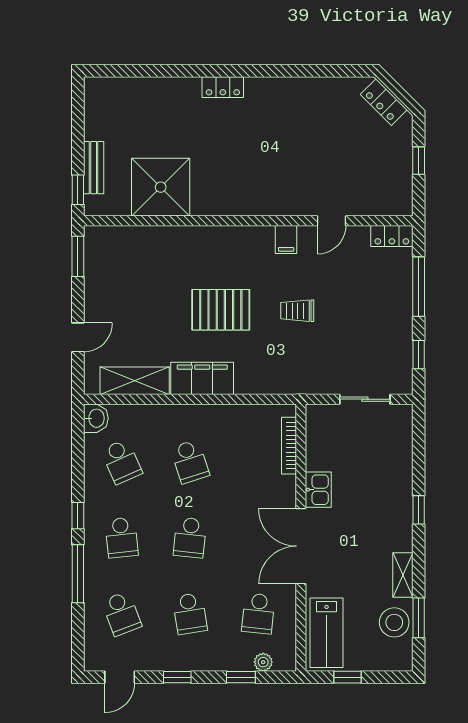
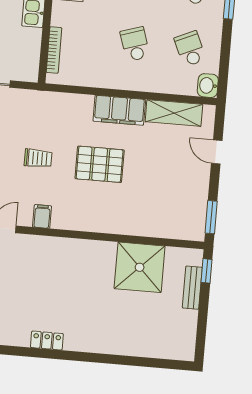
locker: (223, 87) -> (47, 341), moved
door: (78, 337) -> (217, 152), hinge flipped

